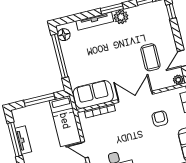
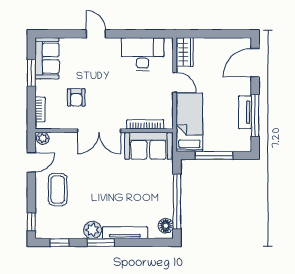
coffee table: (150, 57) -> (58, 190), moved

